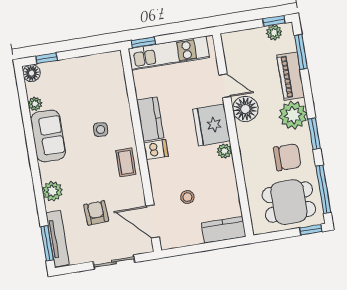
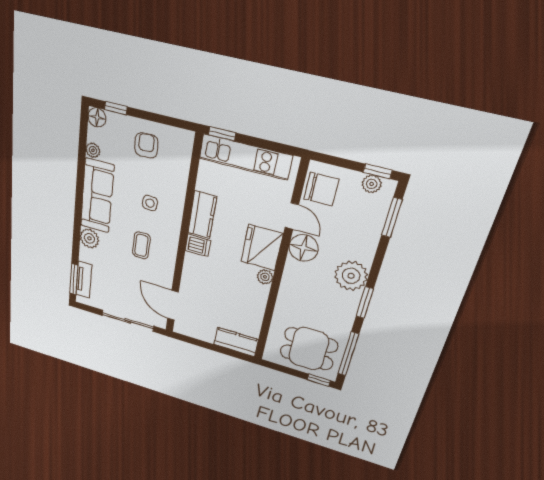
piano: (291, 76) -> (368, 237), removed
sofa: (48, 136) -> (97, 196), width x1.36
chair: (287, 157) -> (321, 189), moved
coffee table: (126, 162) -> (141, 245), moved
stool: (187, 197) -> (213, 300), removed
armchair: (96, 213) -> (146, 145), moved
tv unit: (58, 239) -> (84, 280), width x0.71
sliding door: (114, 262) -> (128, 321), width x1.37

